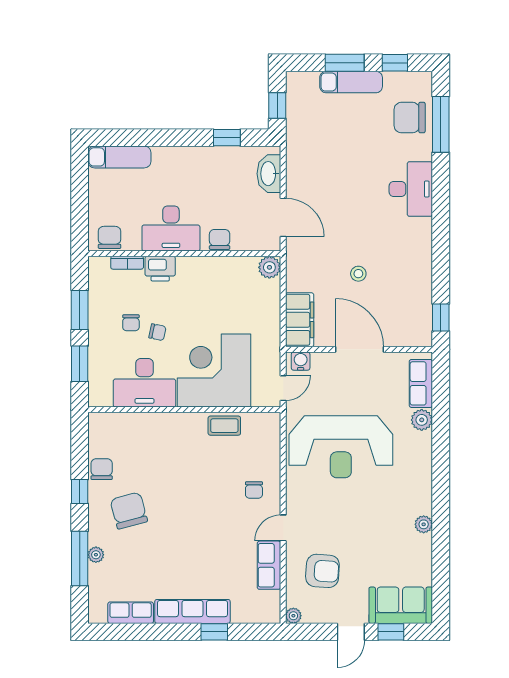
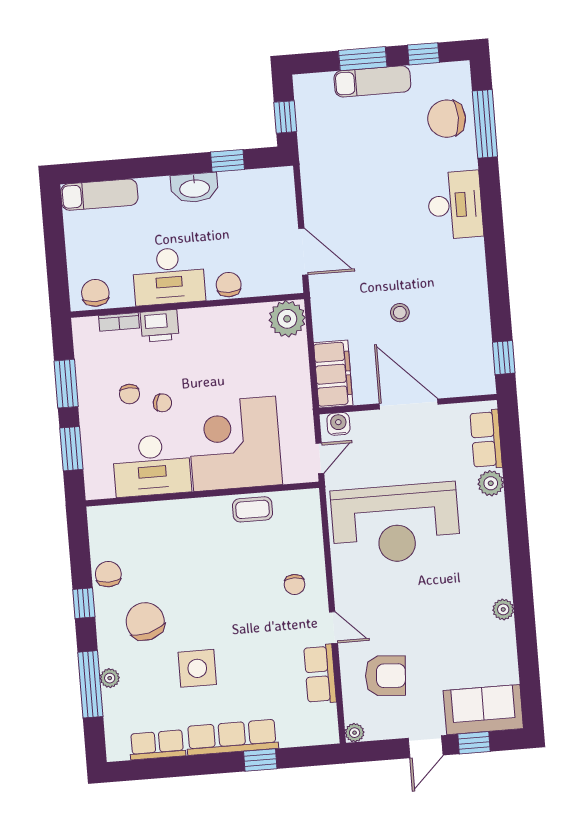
washbasin: (269, 174) -> (194, 188), moved, turned -90
plant: (269, 267) -> (287, 319), width x1.36, depth x1.36
door: (283, 528) -> (333, 628), swing flipped
side table: (168, 552) -> (197, 668), added

